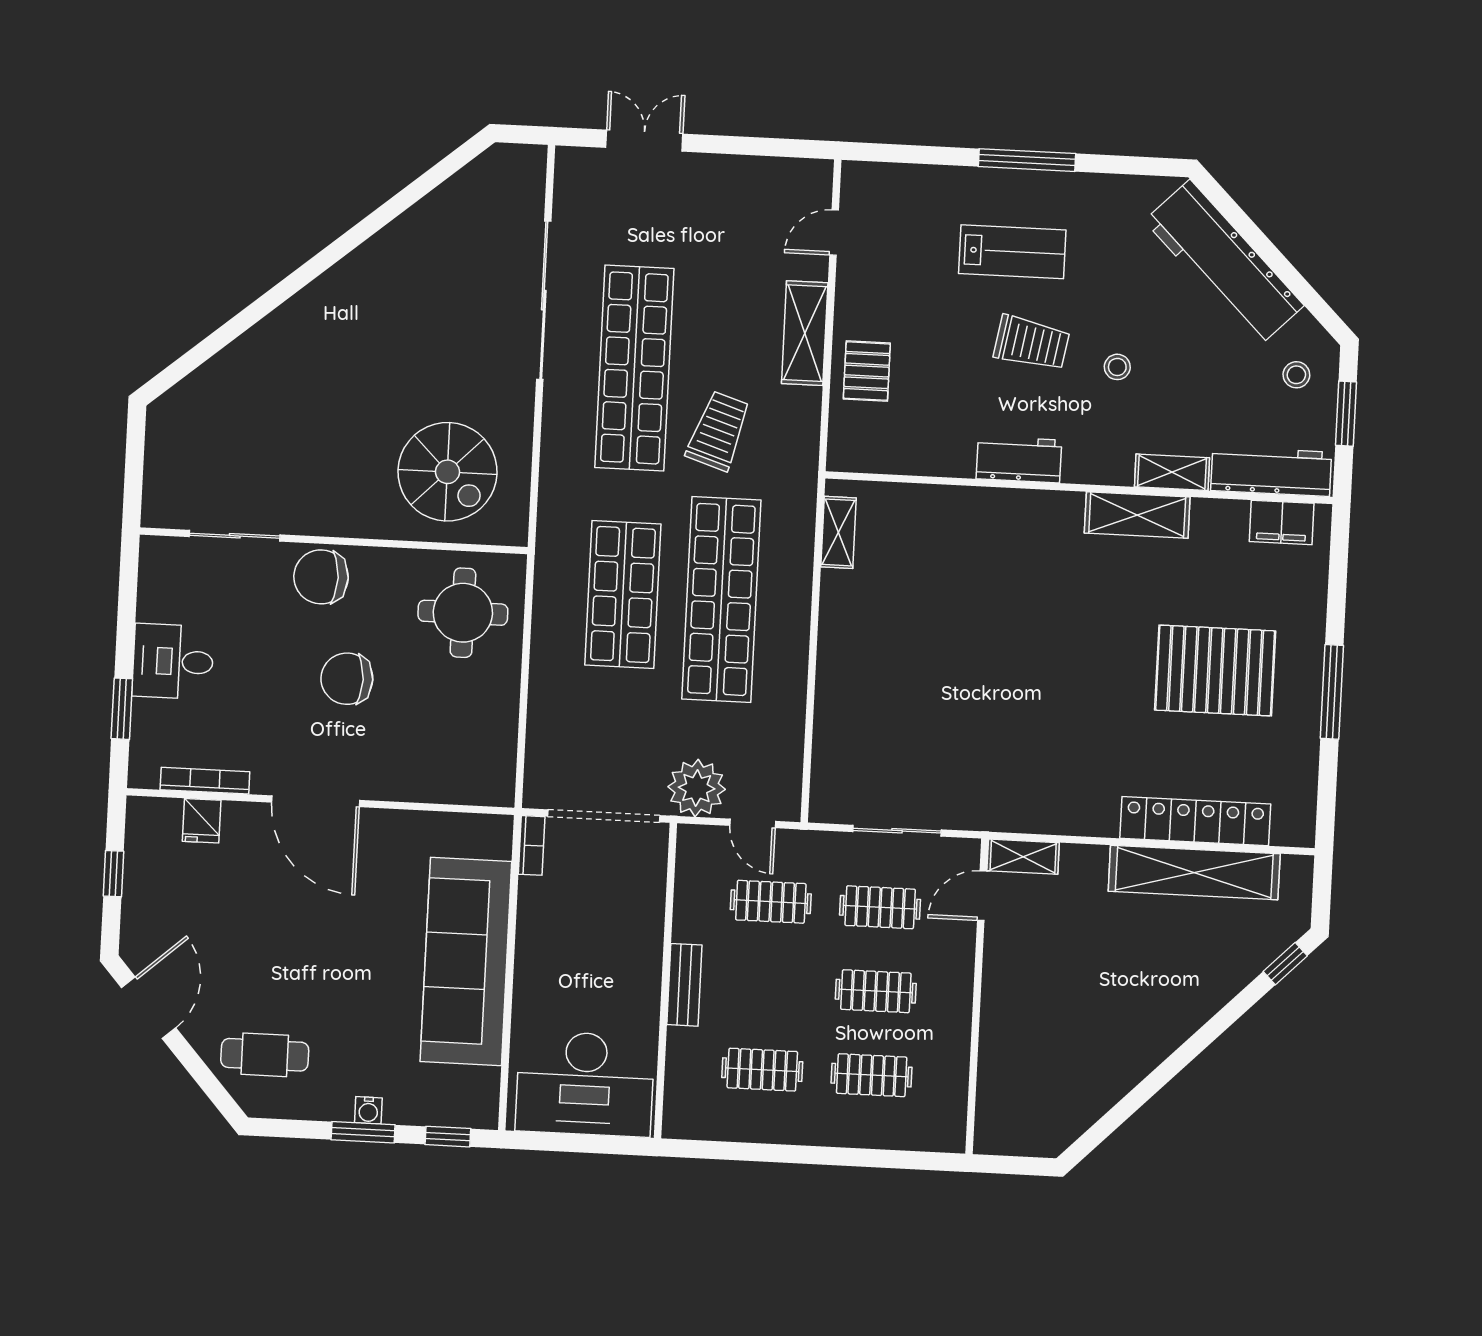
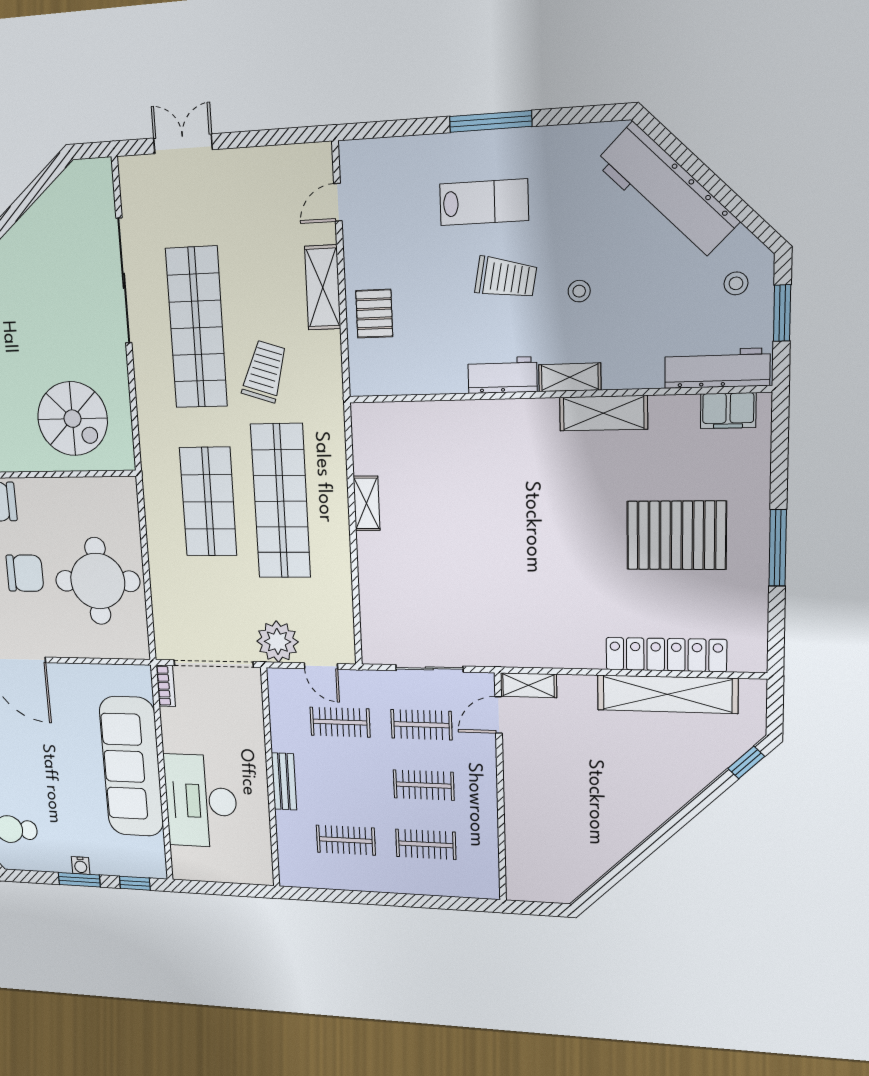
shelving: (1172, 472) -> (570, 377), moved
shelving: (838, 532) -> (367, 503), moved
round table: (463, 613) -> (98, 581), moved, width x1.36, depth x1.36
chair: (347, 679) -> (25, 573), turned 180
desk: (585, 1084) -> (201, 801), moved, turned 90

